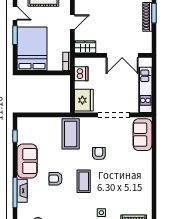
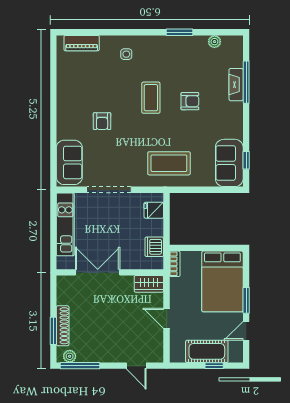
door: (15, 13) -> (246, 331), hinge flipped
door: (72, 22) -> (167, 318), hinge flipped
fridge: (84, 100) -> (154, 210), width x0.53, depth x0.75
coffee table: (71, 134) -> (169, 163), turned 90
armchair: (99, 154) -> (102, 121), moved
sofa: (27, 161) -> (229, 163), moved

